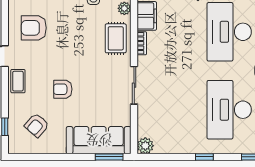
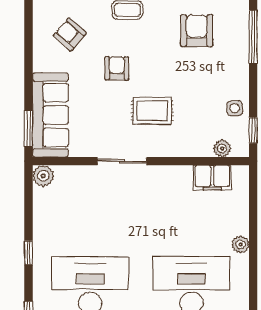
rug: (116, 38) -> (152, 111), moved
bookcase: (142, 43) -> (177, 171), removed

